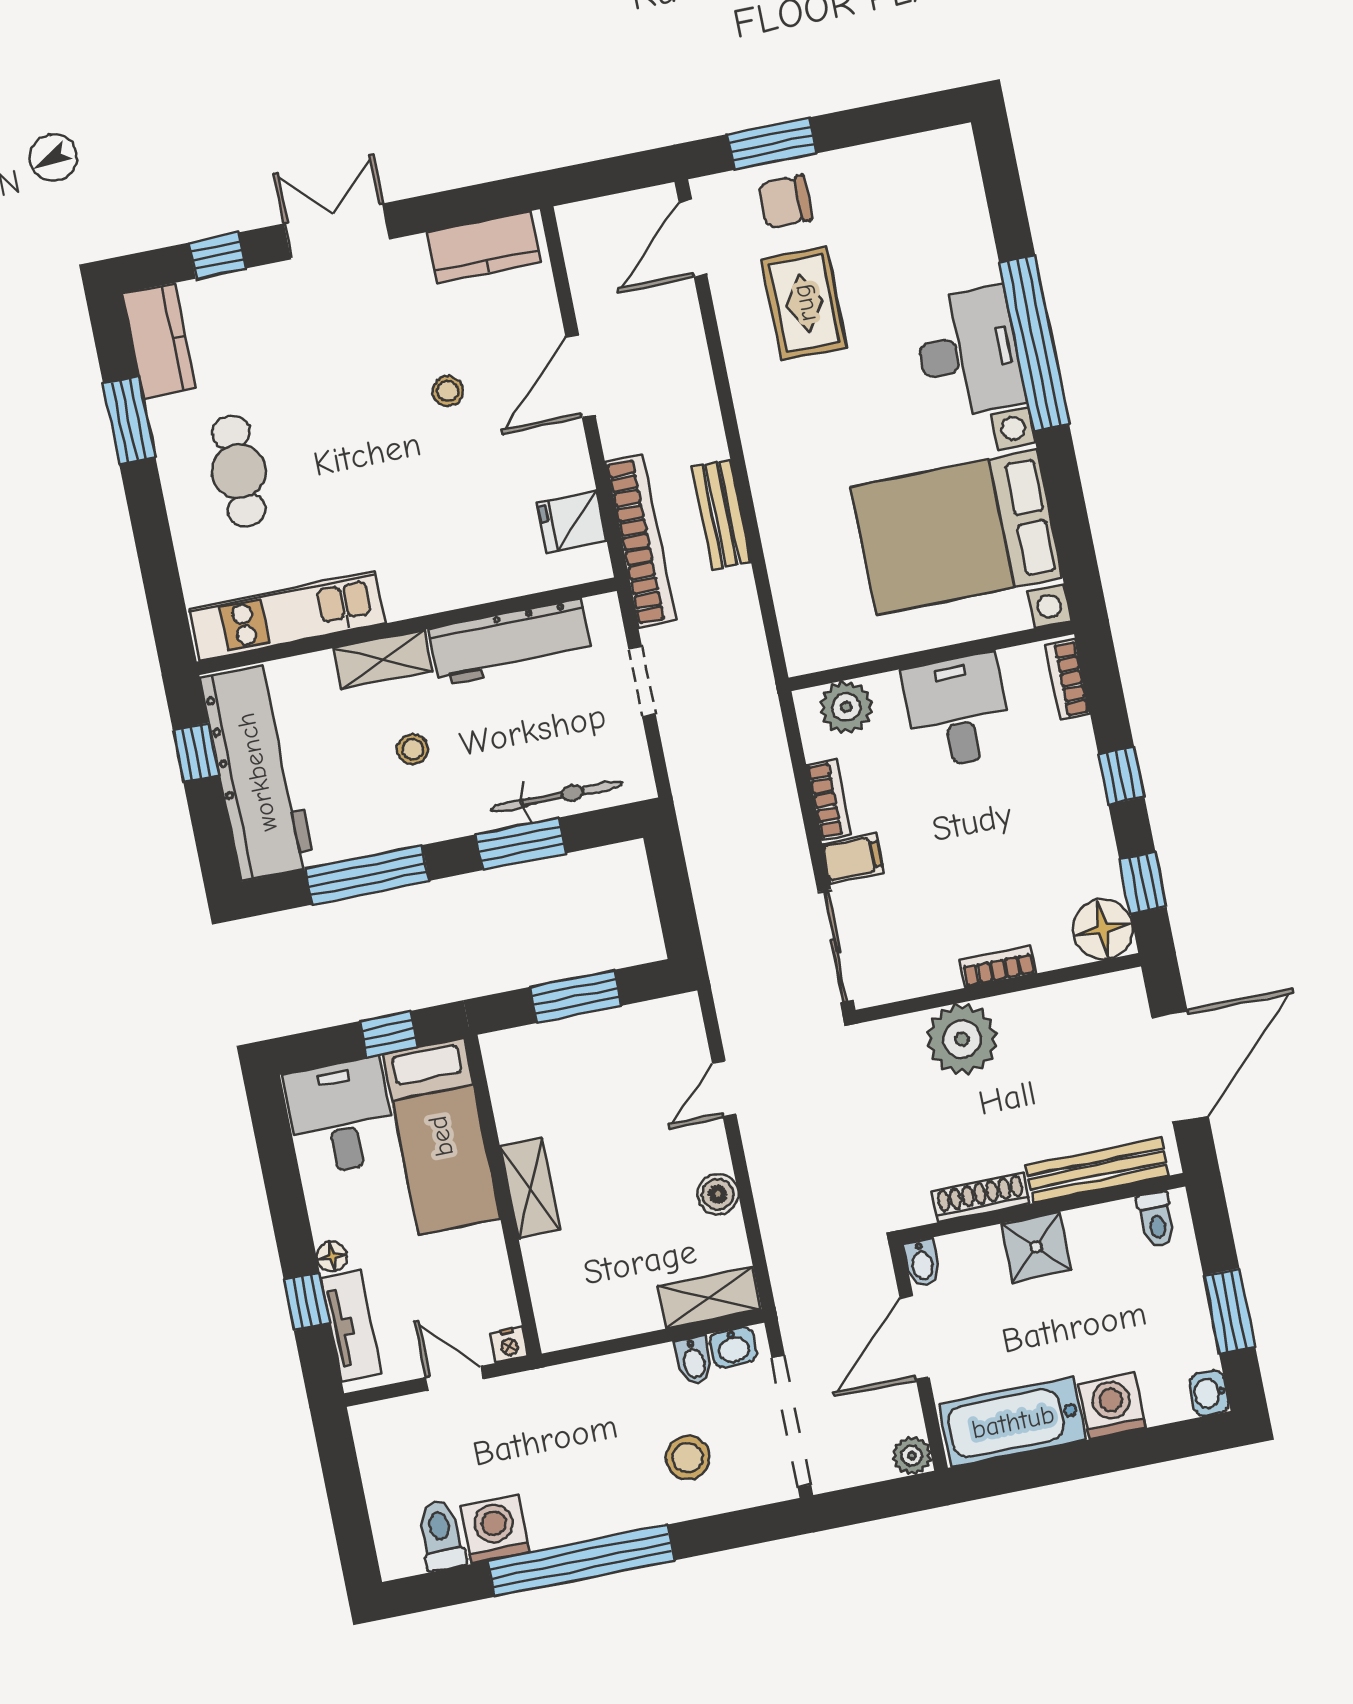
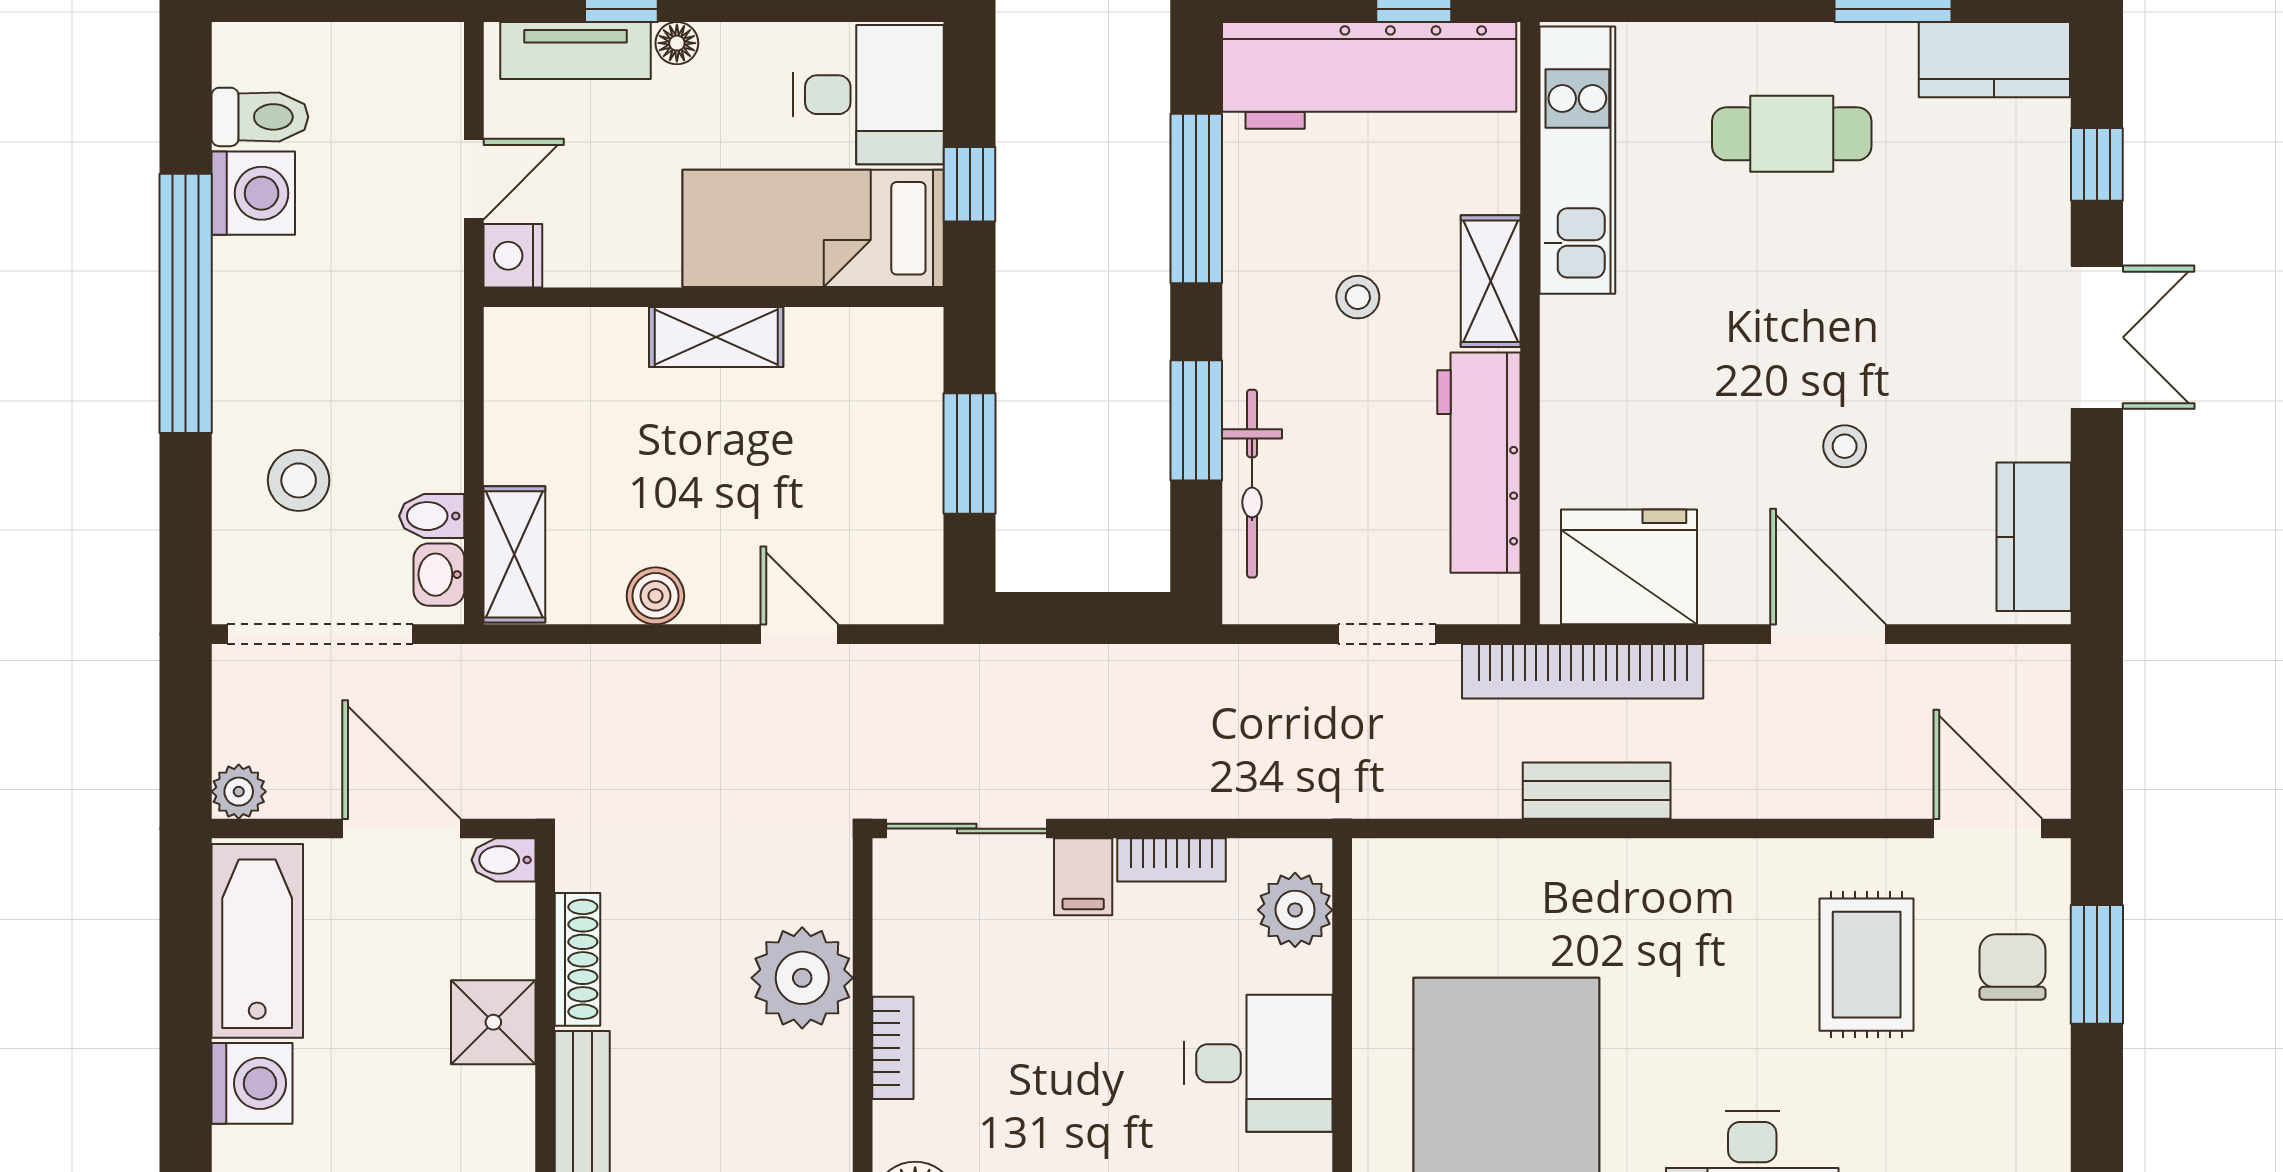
rug: (804, 303) -> (1867, 965), turned 90
fridge: (572, 521) -> (1629, 567), width x1.88, depth x1.34
nightstand: (509, 1345) -> (513, 256), width x1.39, depth x1.35

